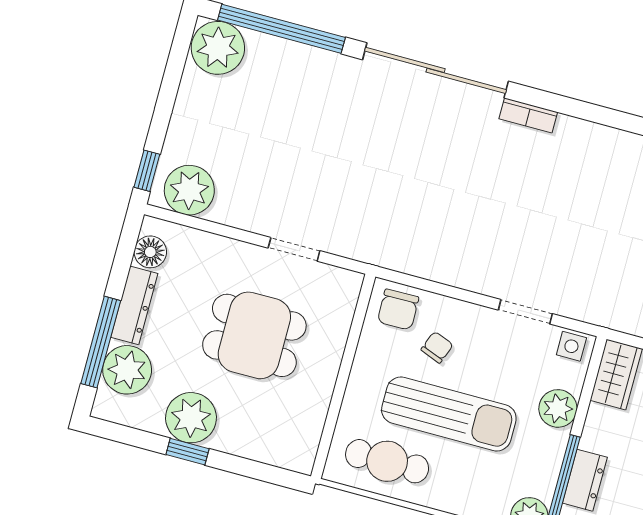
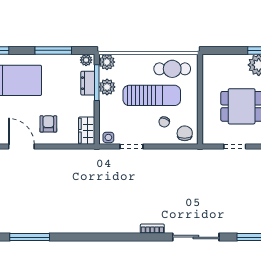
sliding door: (436, 70) -> (196, 237), width x0.73
plant: (558, 408) -> (107, 87), moved
sun lounger: (449, 414) -> (152, 95), turned 180

